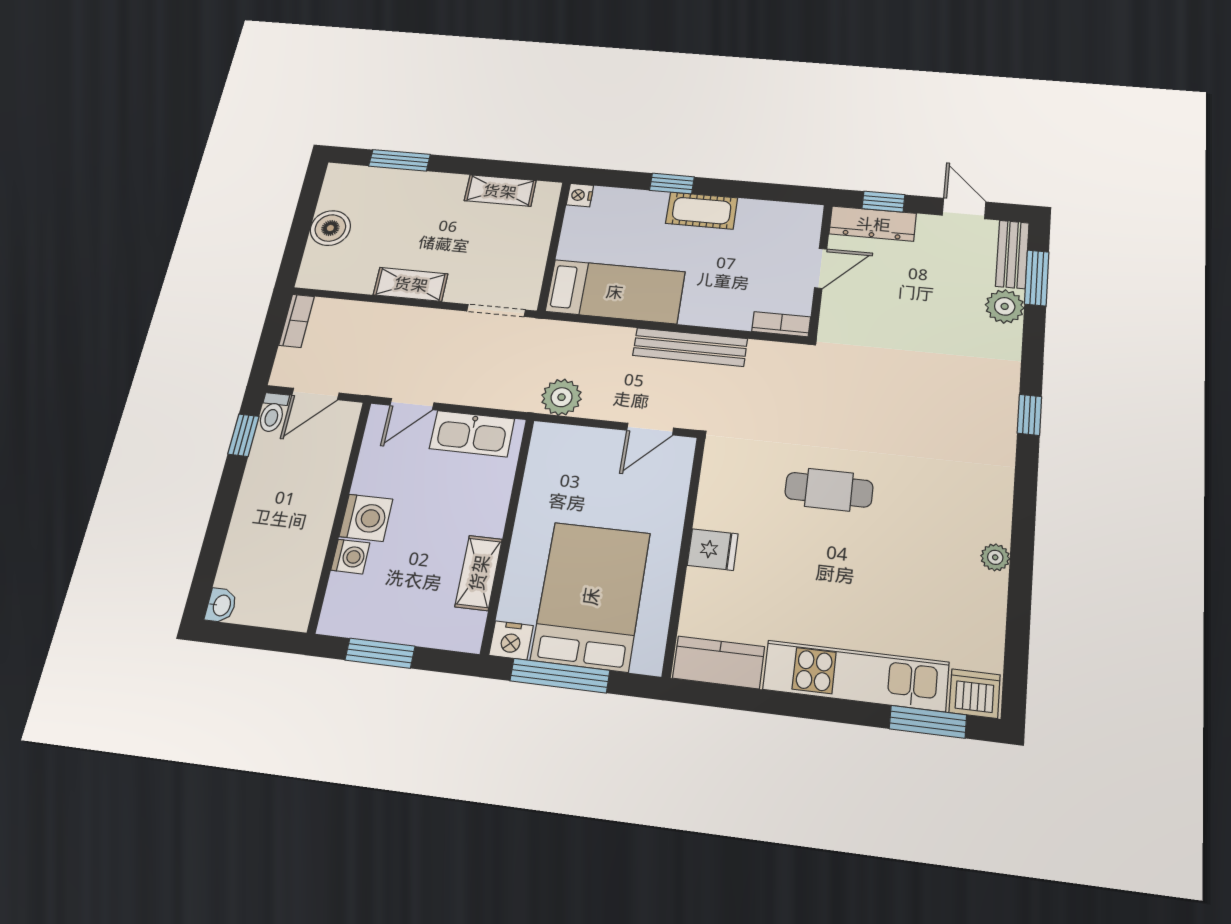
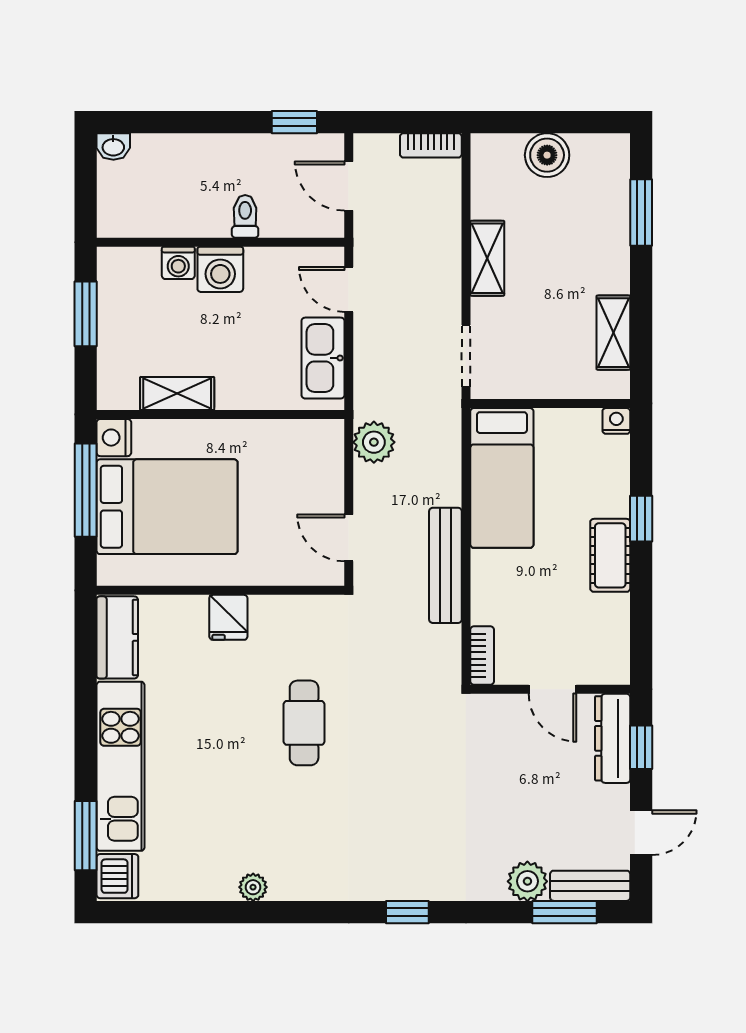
toilet: (273, 413) -> (245, 216), moved, turned 90

